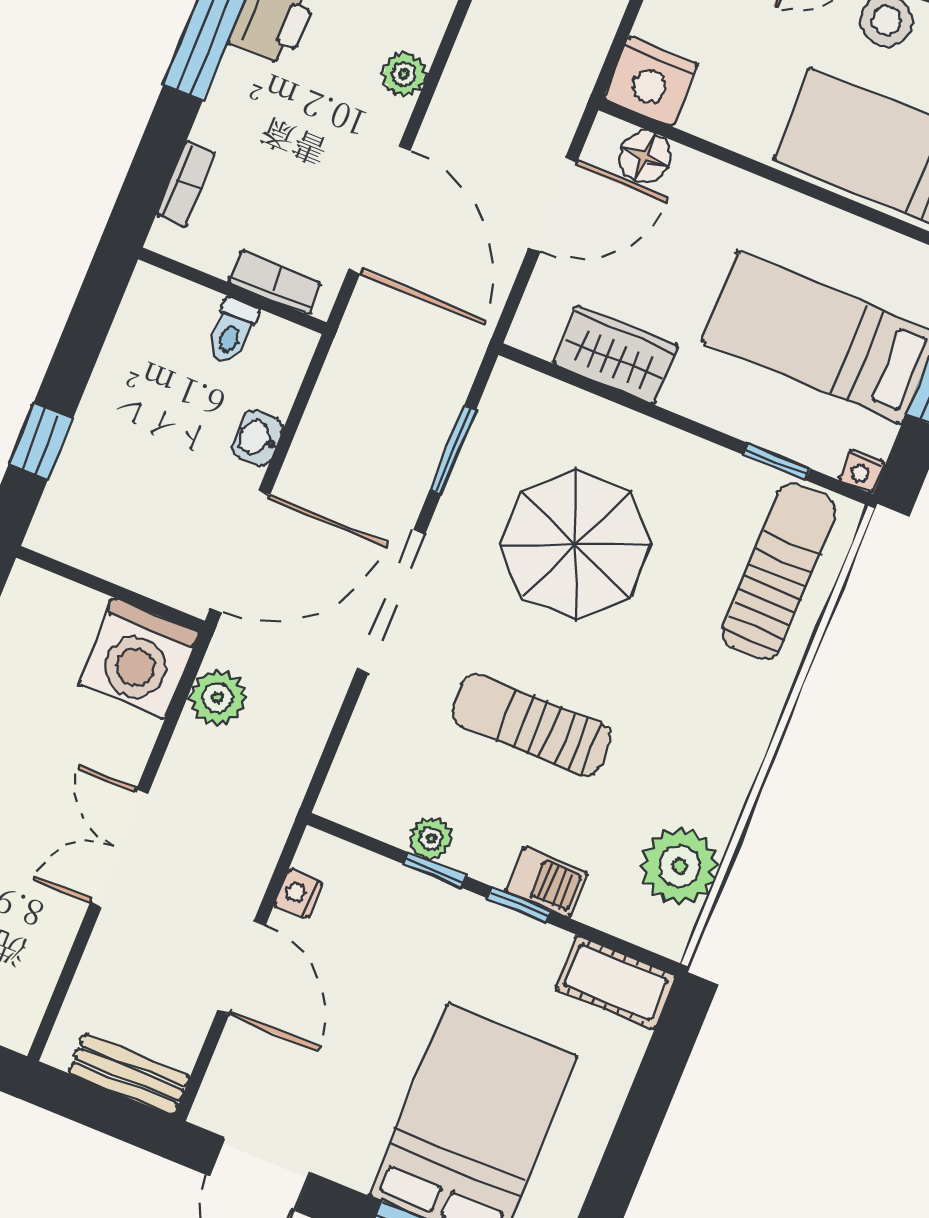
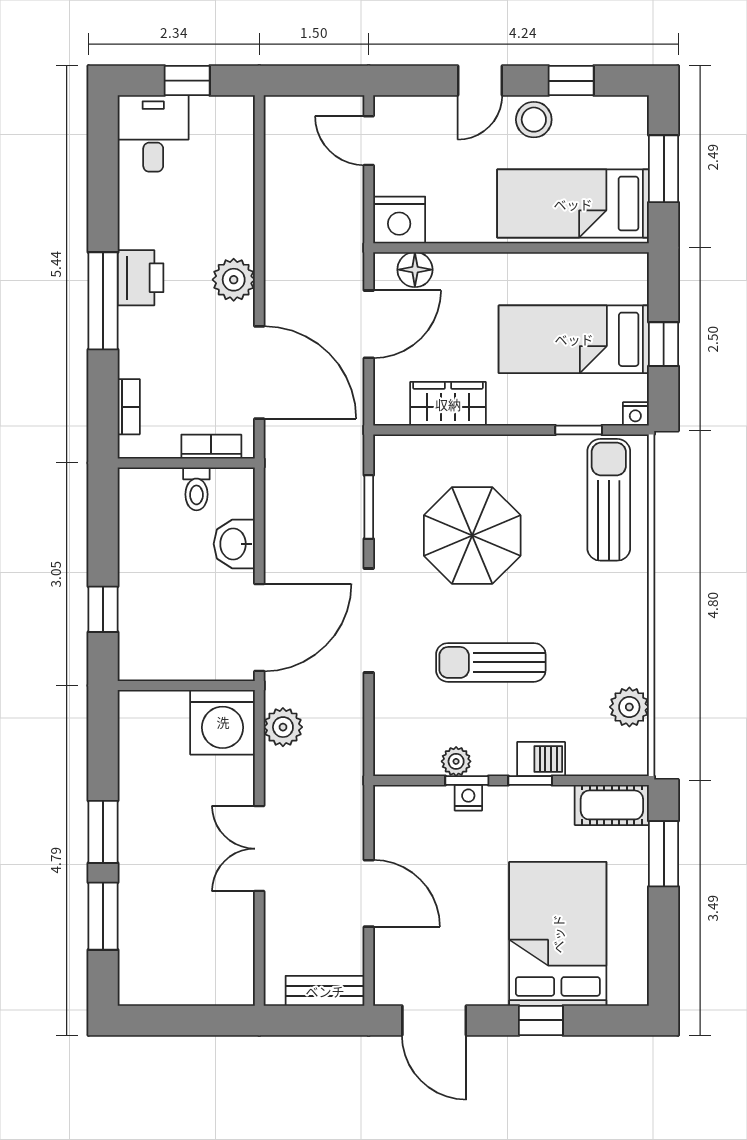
plant: (404, 74) -> (234, 280), width x1.38, depth x1.38
washbasin: (257, 438) -> (234, 544), width x1.38, depth x1.45
plant: (679, 866) -> (629, 707), width x0.73, depth x0.73
nightstand: (299, 894) -> (468, 798), moved, turned 90
window: (658, 1076) -> (664, 854), added

